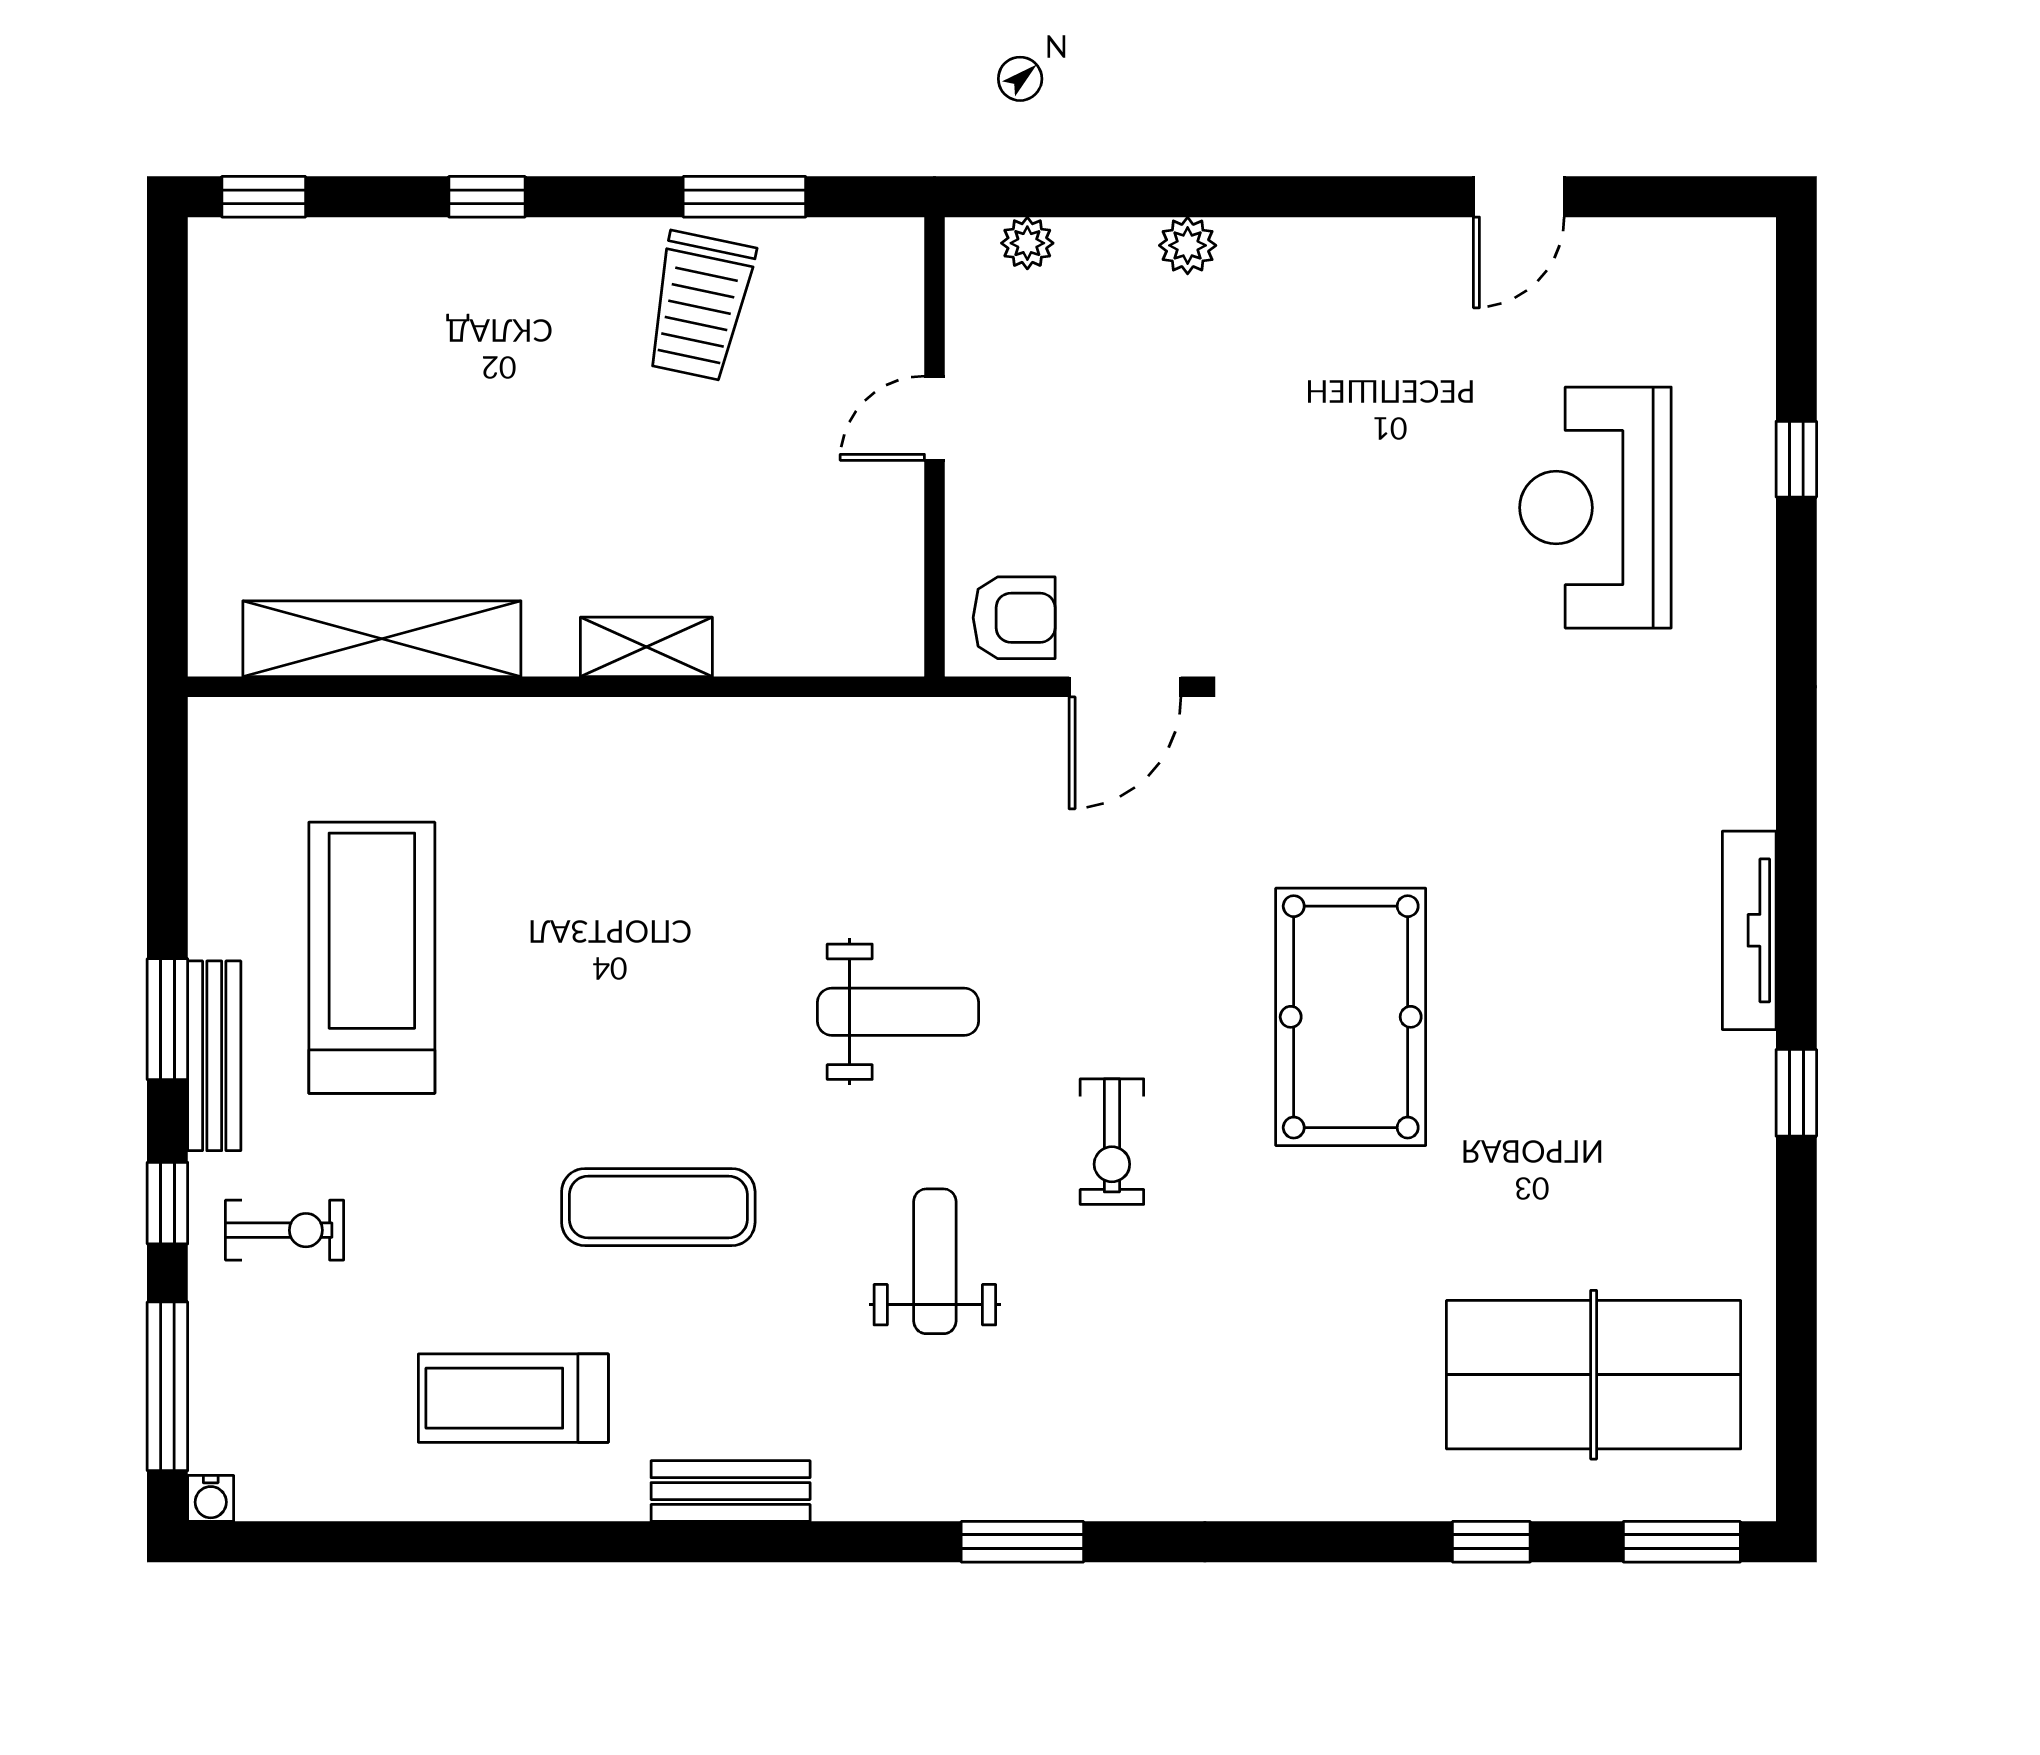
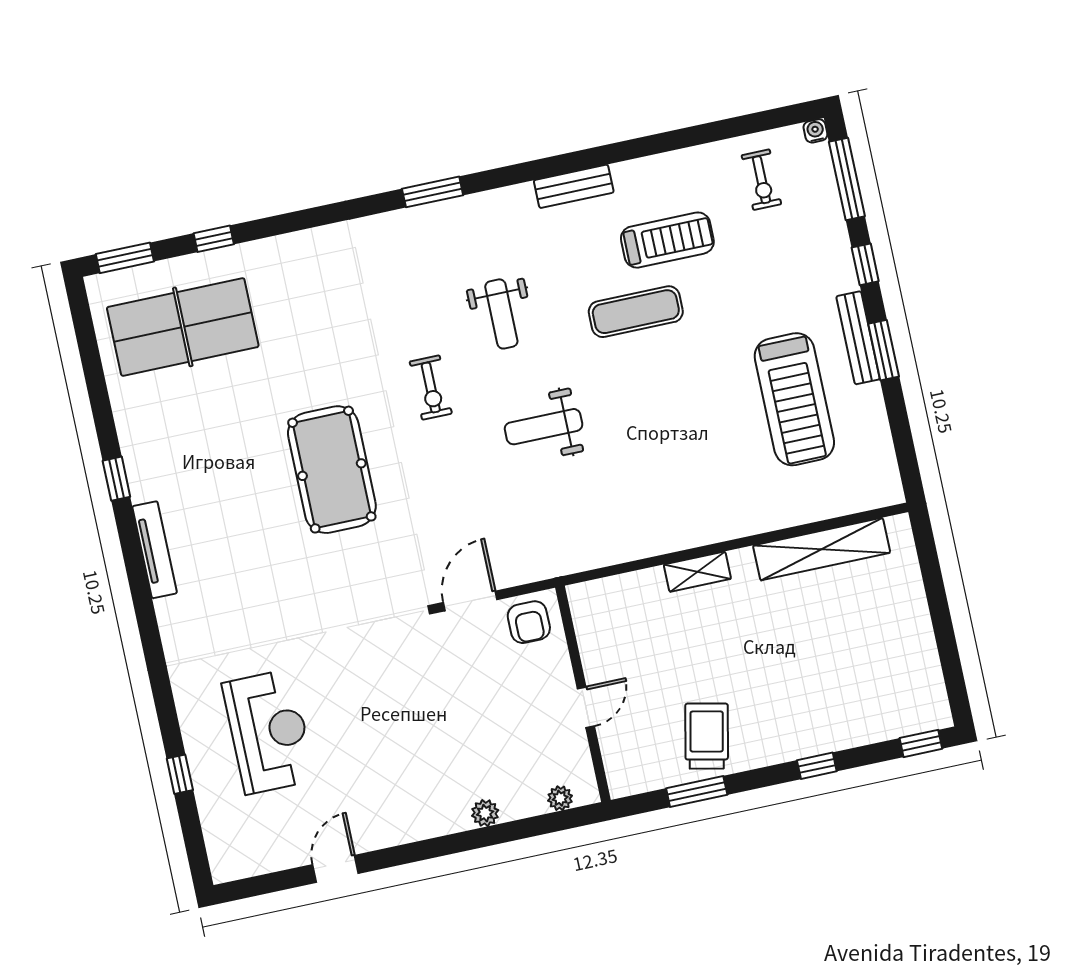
armchair: (1014, 618) -> (529, 622), turned -90
exercise bike: (1112, 1142) -> (431, 388), turned 180
exercise bike: (285, 1230) -> (761, 180), moved, turned -90
treadmill: (513, 1398) -> (667, 240), moved

